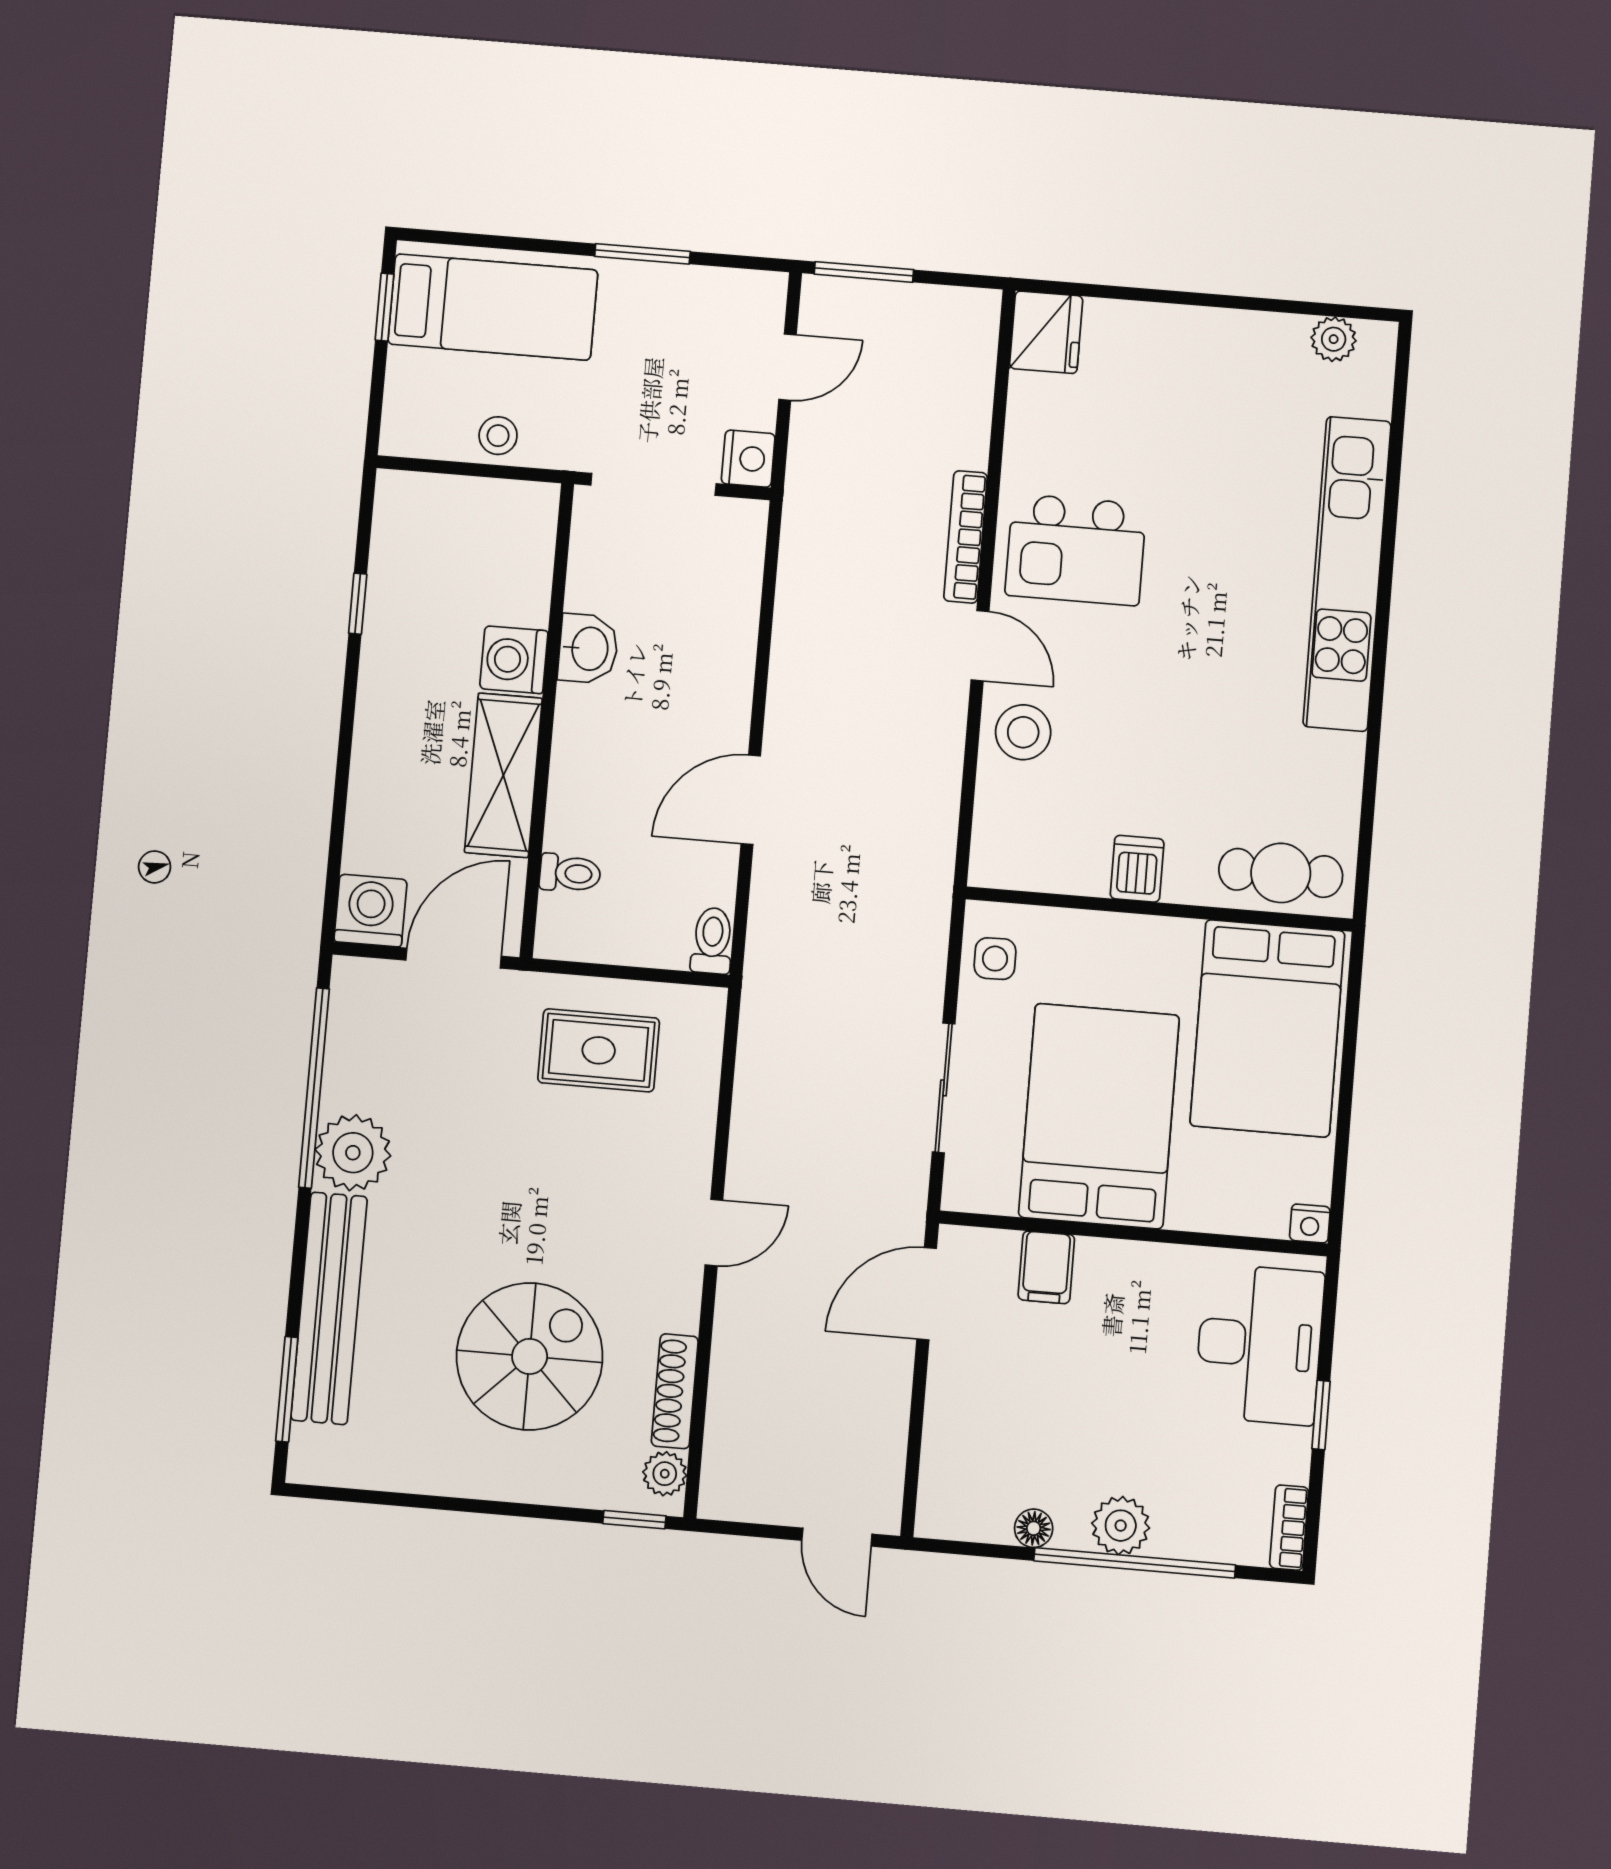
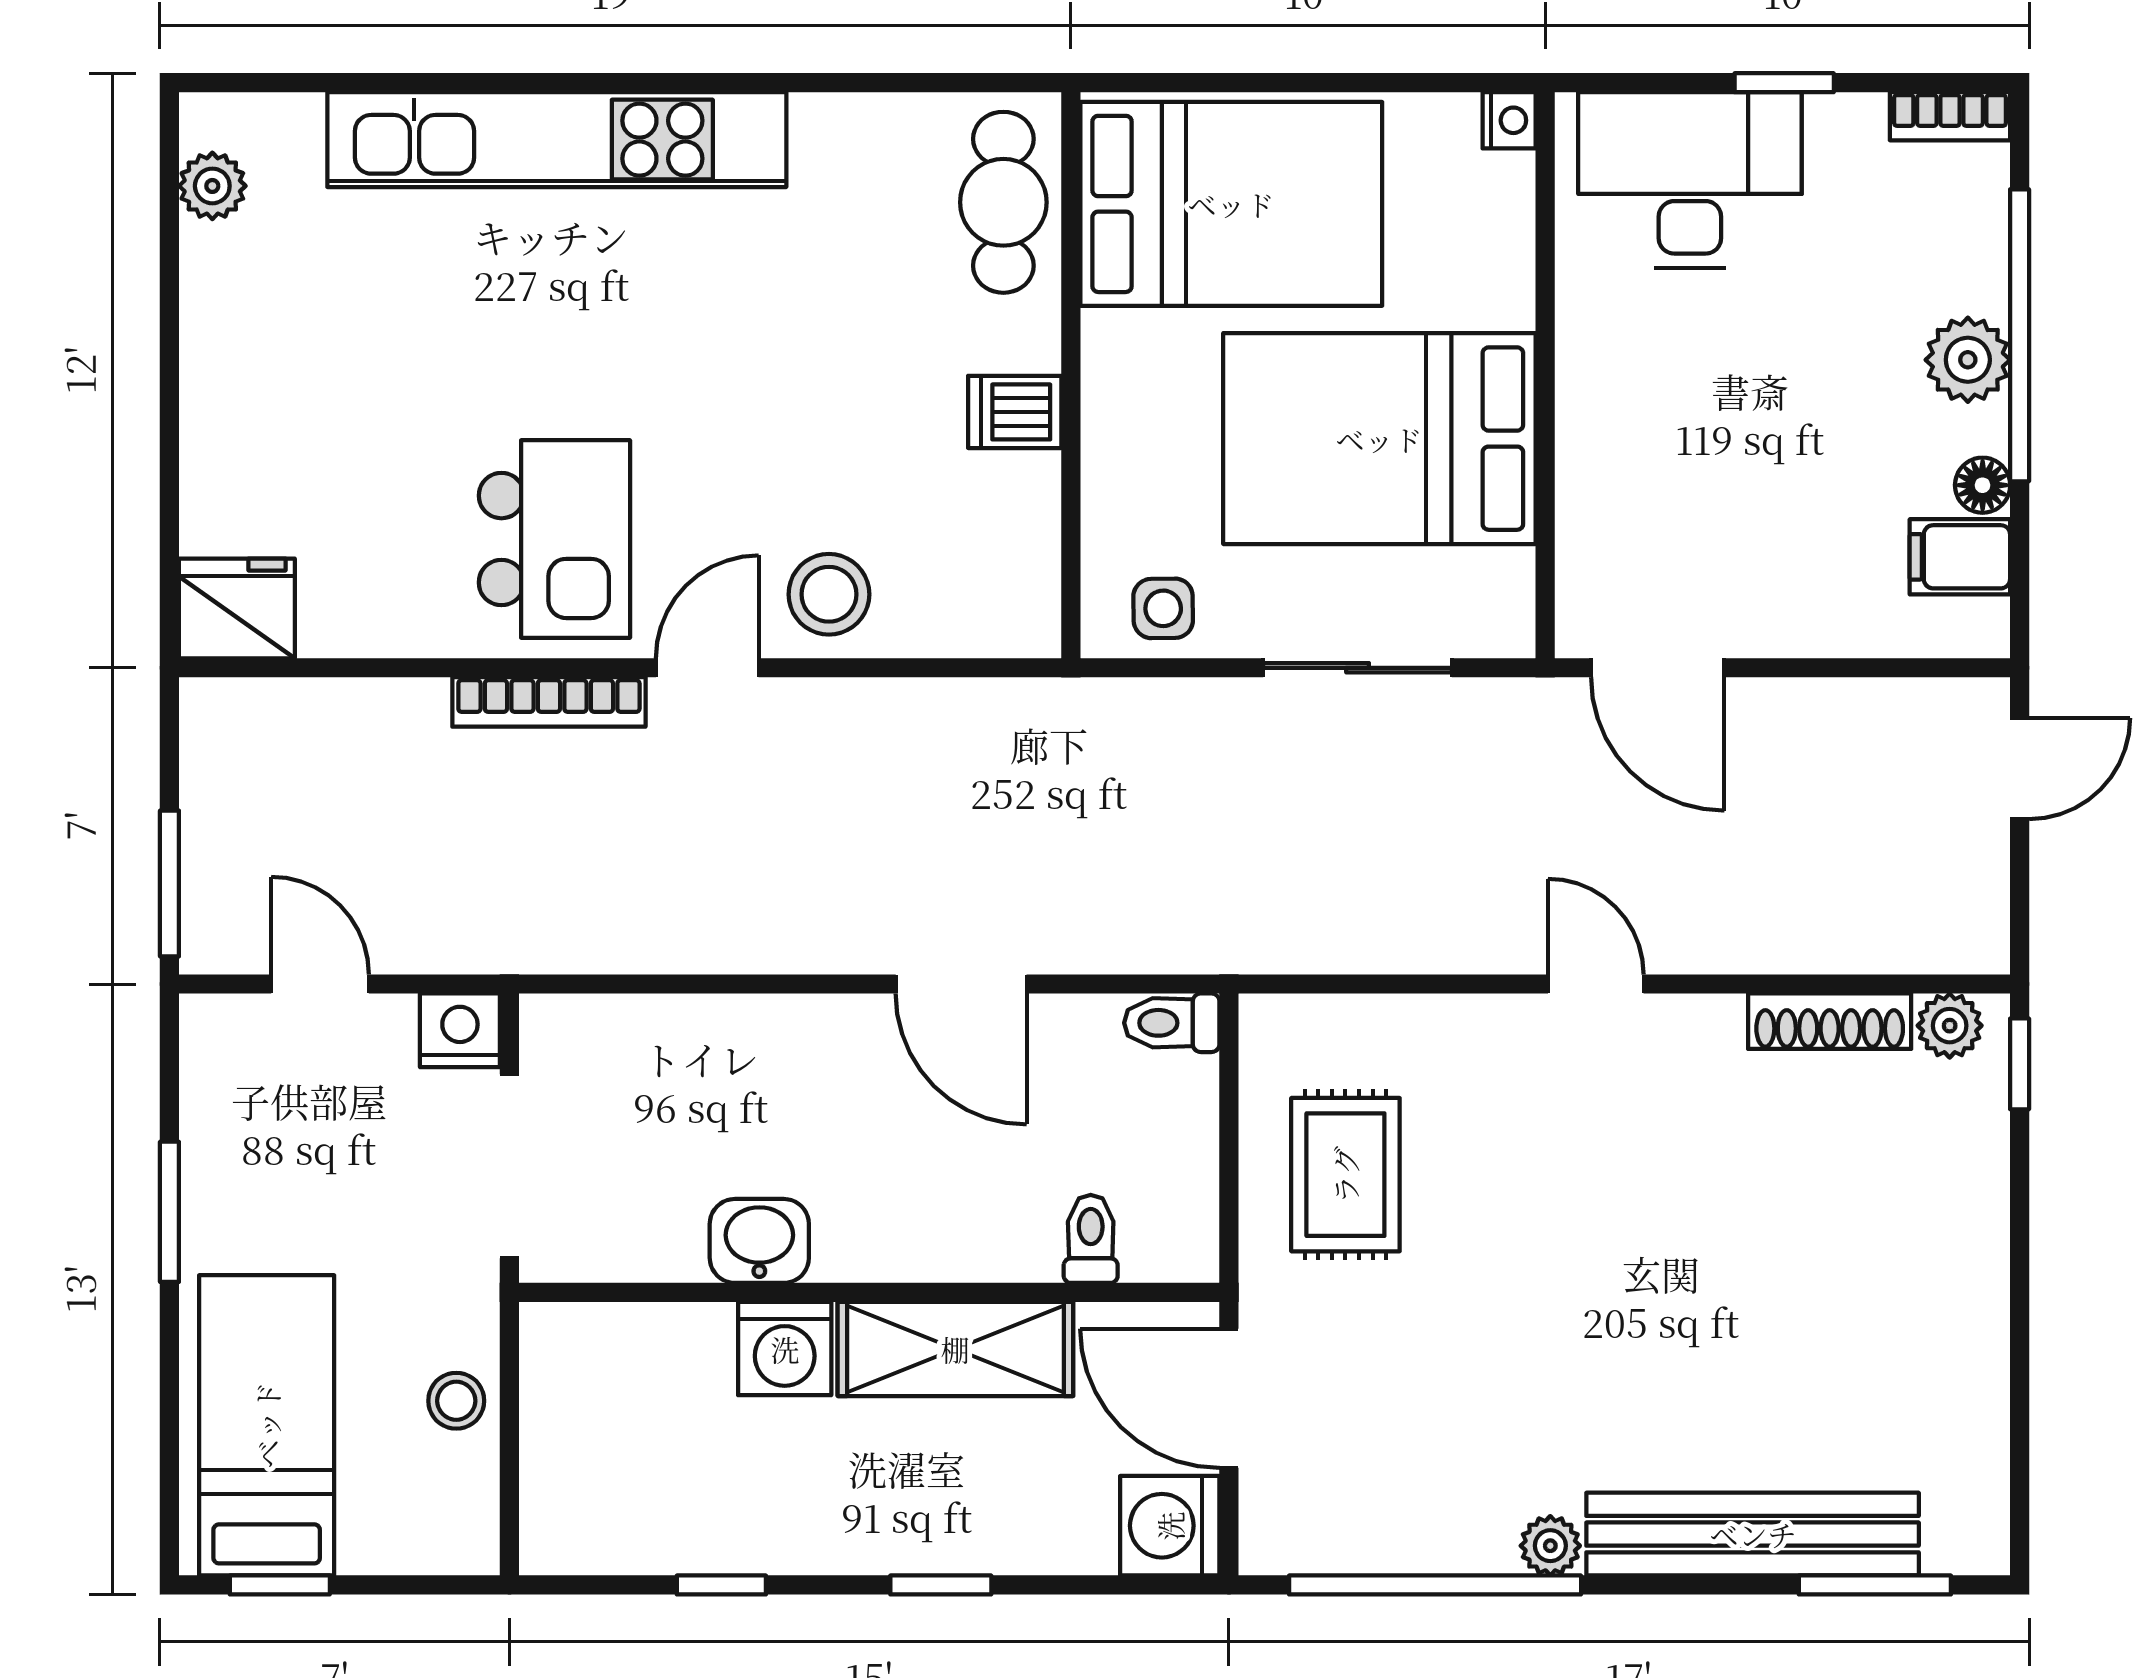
window: (344, 752) -> (941, 1585), added
plant: (353, 1153) -> (1550, 1546), width x0.53, depth x0.53
filing cabinet: (1046, 1267) -> (1960, 557), moved, turned 180
spiral stairs: (530, 1356) -> (1797, 1236), removed

